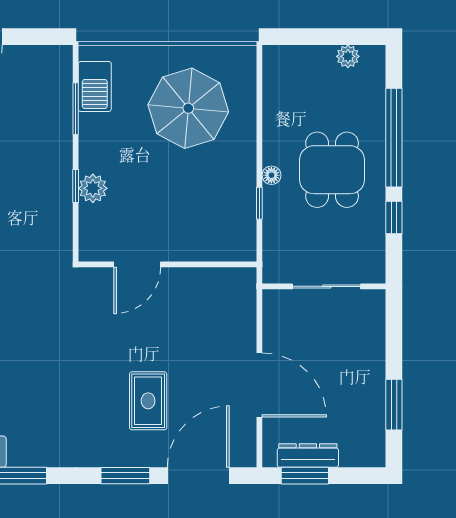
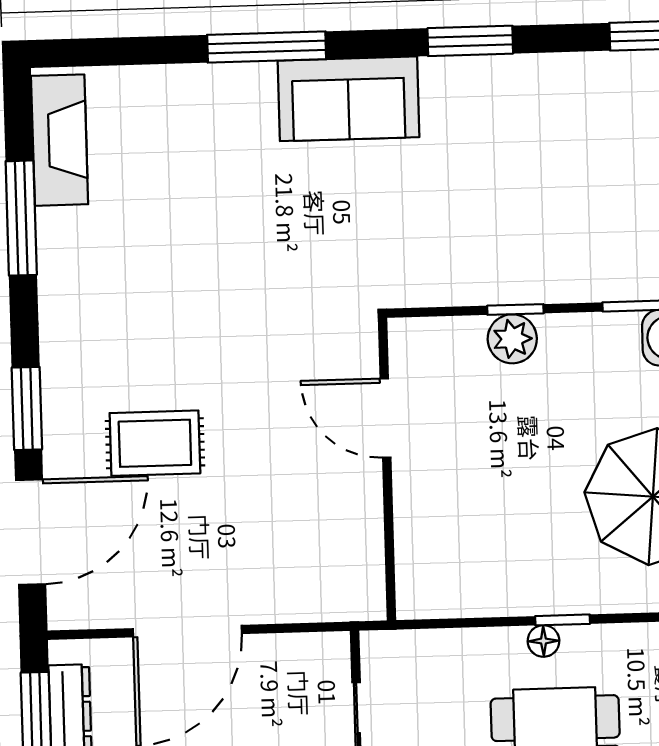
window: (259, 203) -> (563, 620), moved
door: (198, 476) -> (31, 532), hinge flipped

